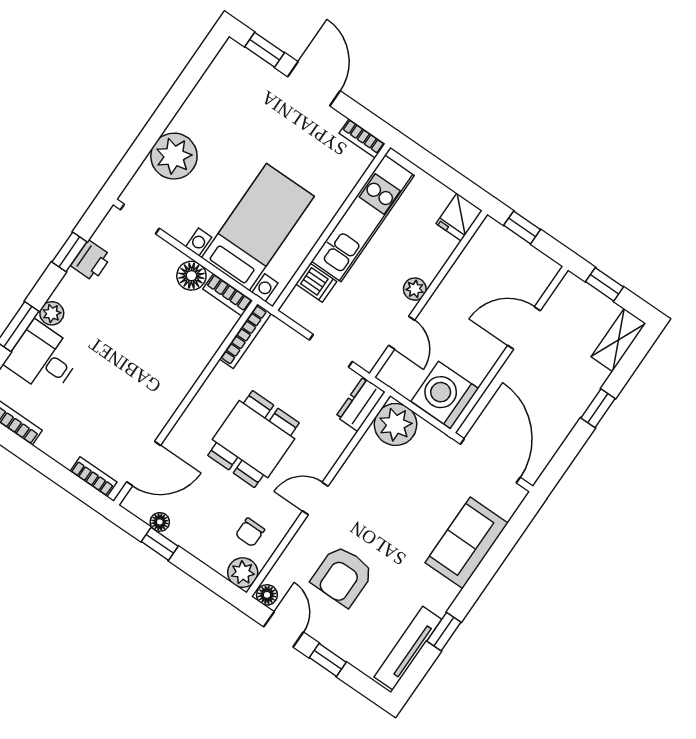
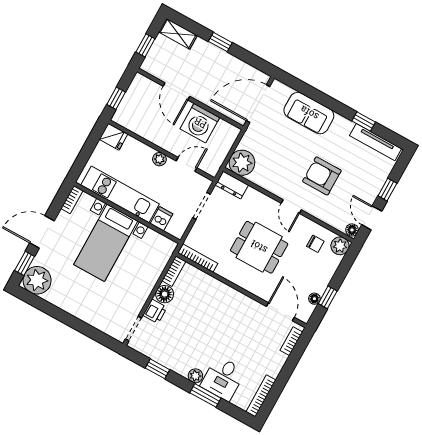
plant: (174, 156) -> (37, 280), moved
bed with nightstands: (258, 227) -> (106, 243), moved, turned -90
printer: (91, 261) -> (155, 311), moved, turned 90
washing machine: (445, 395) -> (200, 123), moved
armchair: (343, 576) -> (322, 176), moved, turned 180
door: (284, 629) -> (372, 218), hinge flipped

